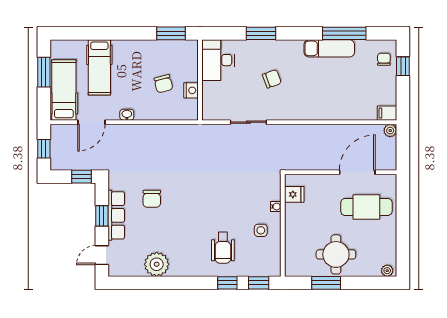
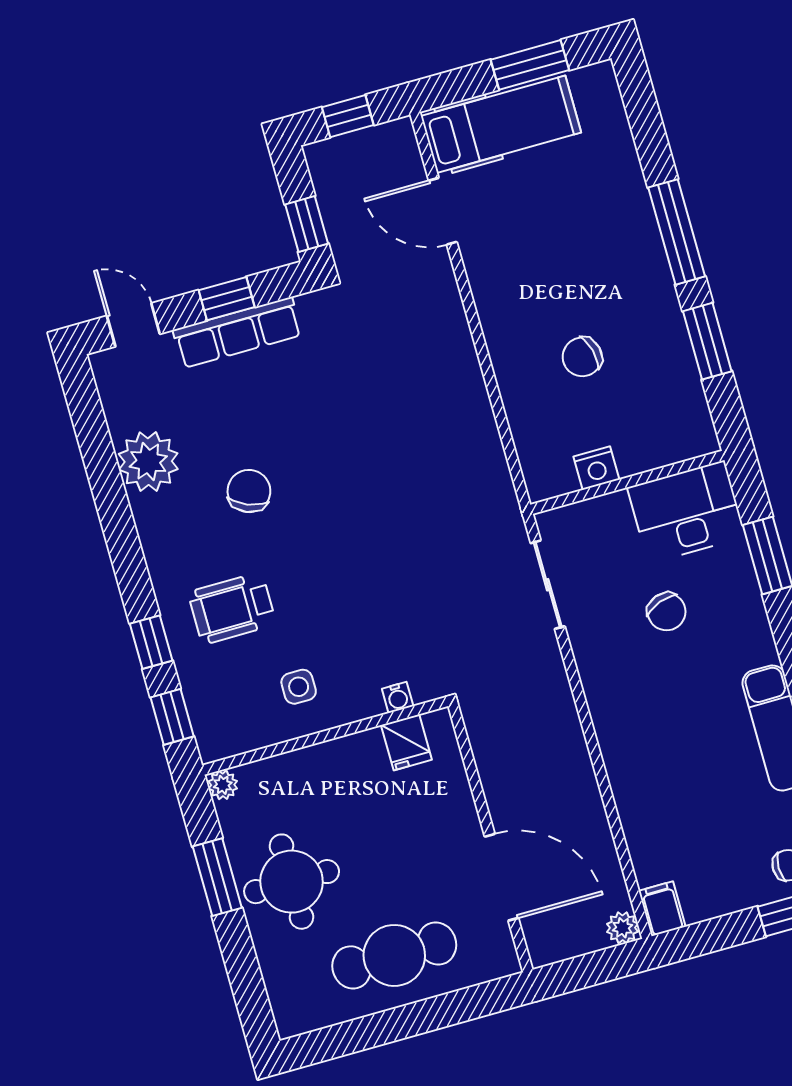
window: (125, 33) -> (677, 232), added
desk: (218, 60) -> (687, 512), moved
hospital bed: (99, 67) -> (578, 194), removed
wall: (200, 80) -> (627, 482), moved
nightstand: (191, 90) -> (596, 468), moved
washbasin: (127, 115) -> (484, 291), removed
chair: (152, 199) -> (249, 491), moved, turned 112
water cooler: (276, 207) -> (398, 697), moved
cafe table: (366, 207) -> (394, 955), moved, turned 90
plant: (387, 271) -> (223, 785), moved

